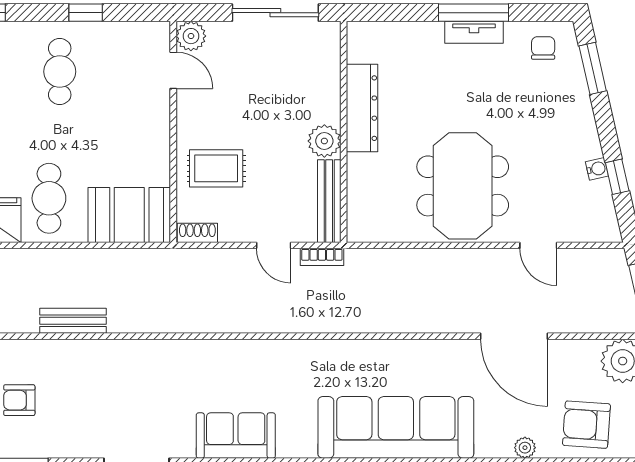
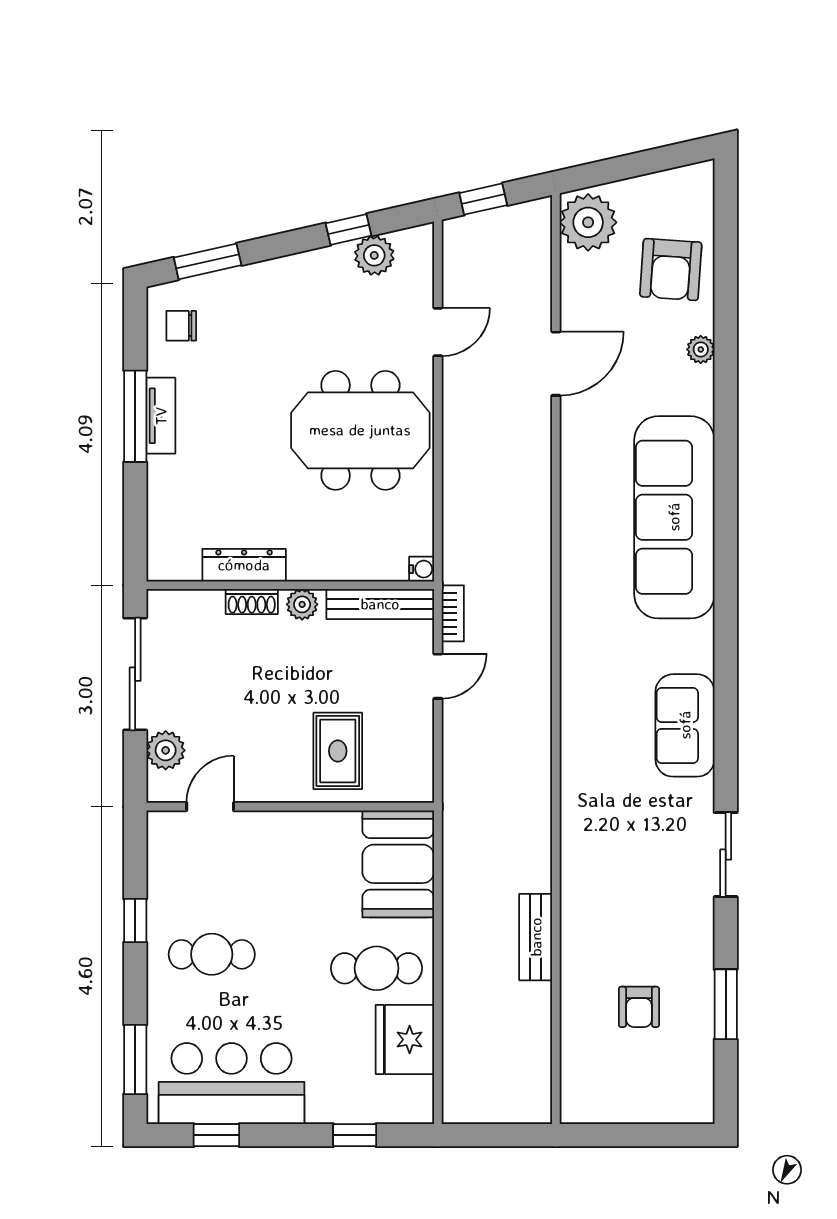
plant: (191, 36) -> (166, 750), moved
dresser: (362, 108) -> (244, 565), width x0.73, depth x0.80
plant: (324, 141) -> (302, 604), width x0.73, depth x0.73
water cooler: (597, 169) -> (422, 569), moved, turned 103
plant: (597, 197) -> (374, 255), added
shoe rack: (197, 233) -> (252, 602), moved, turned -90
door: (514, 336) -> (556, 364), width x0.73

